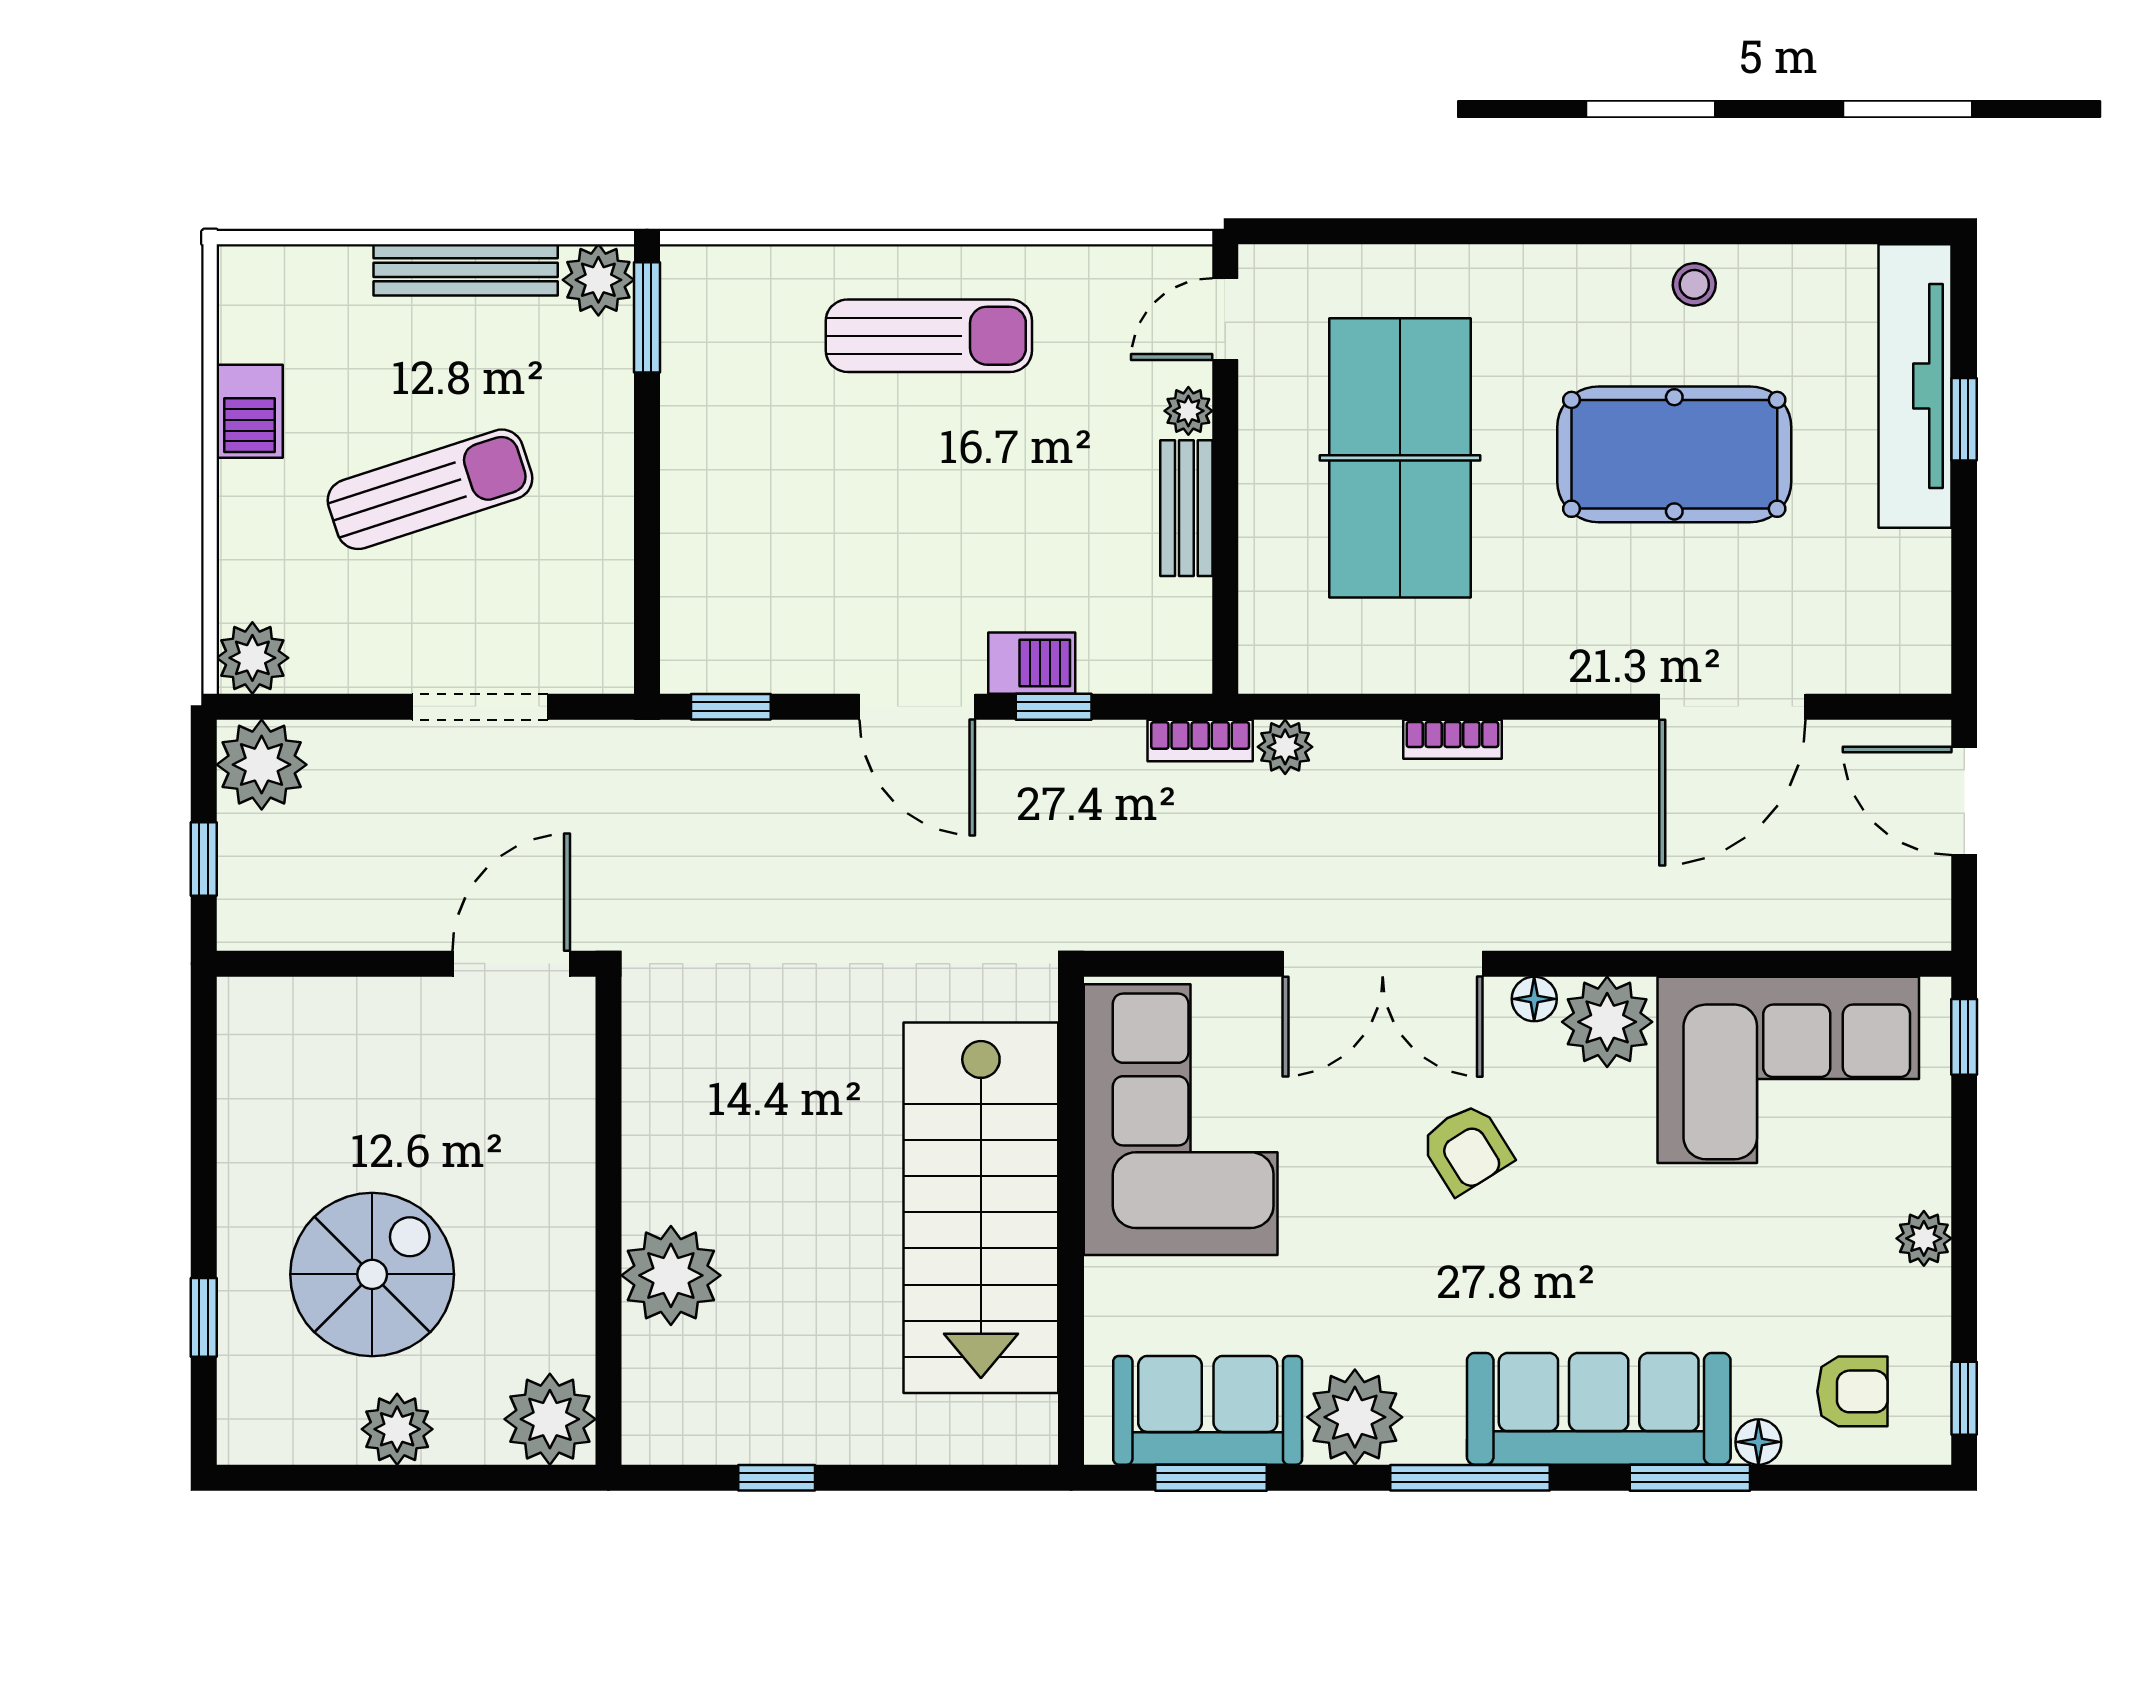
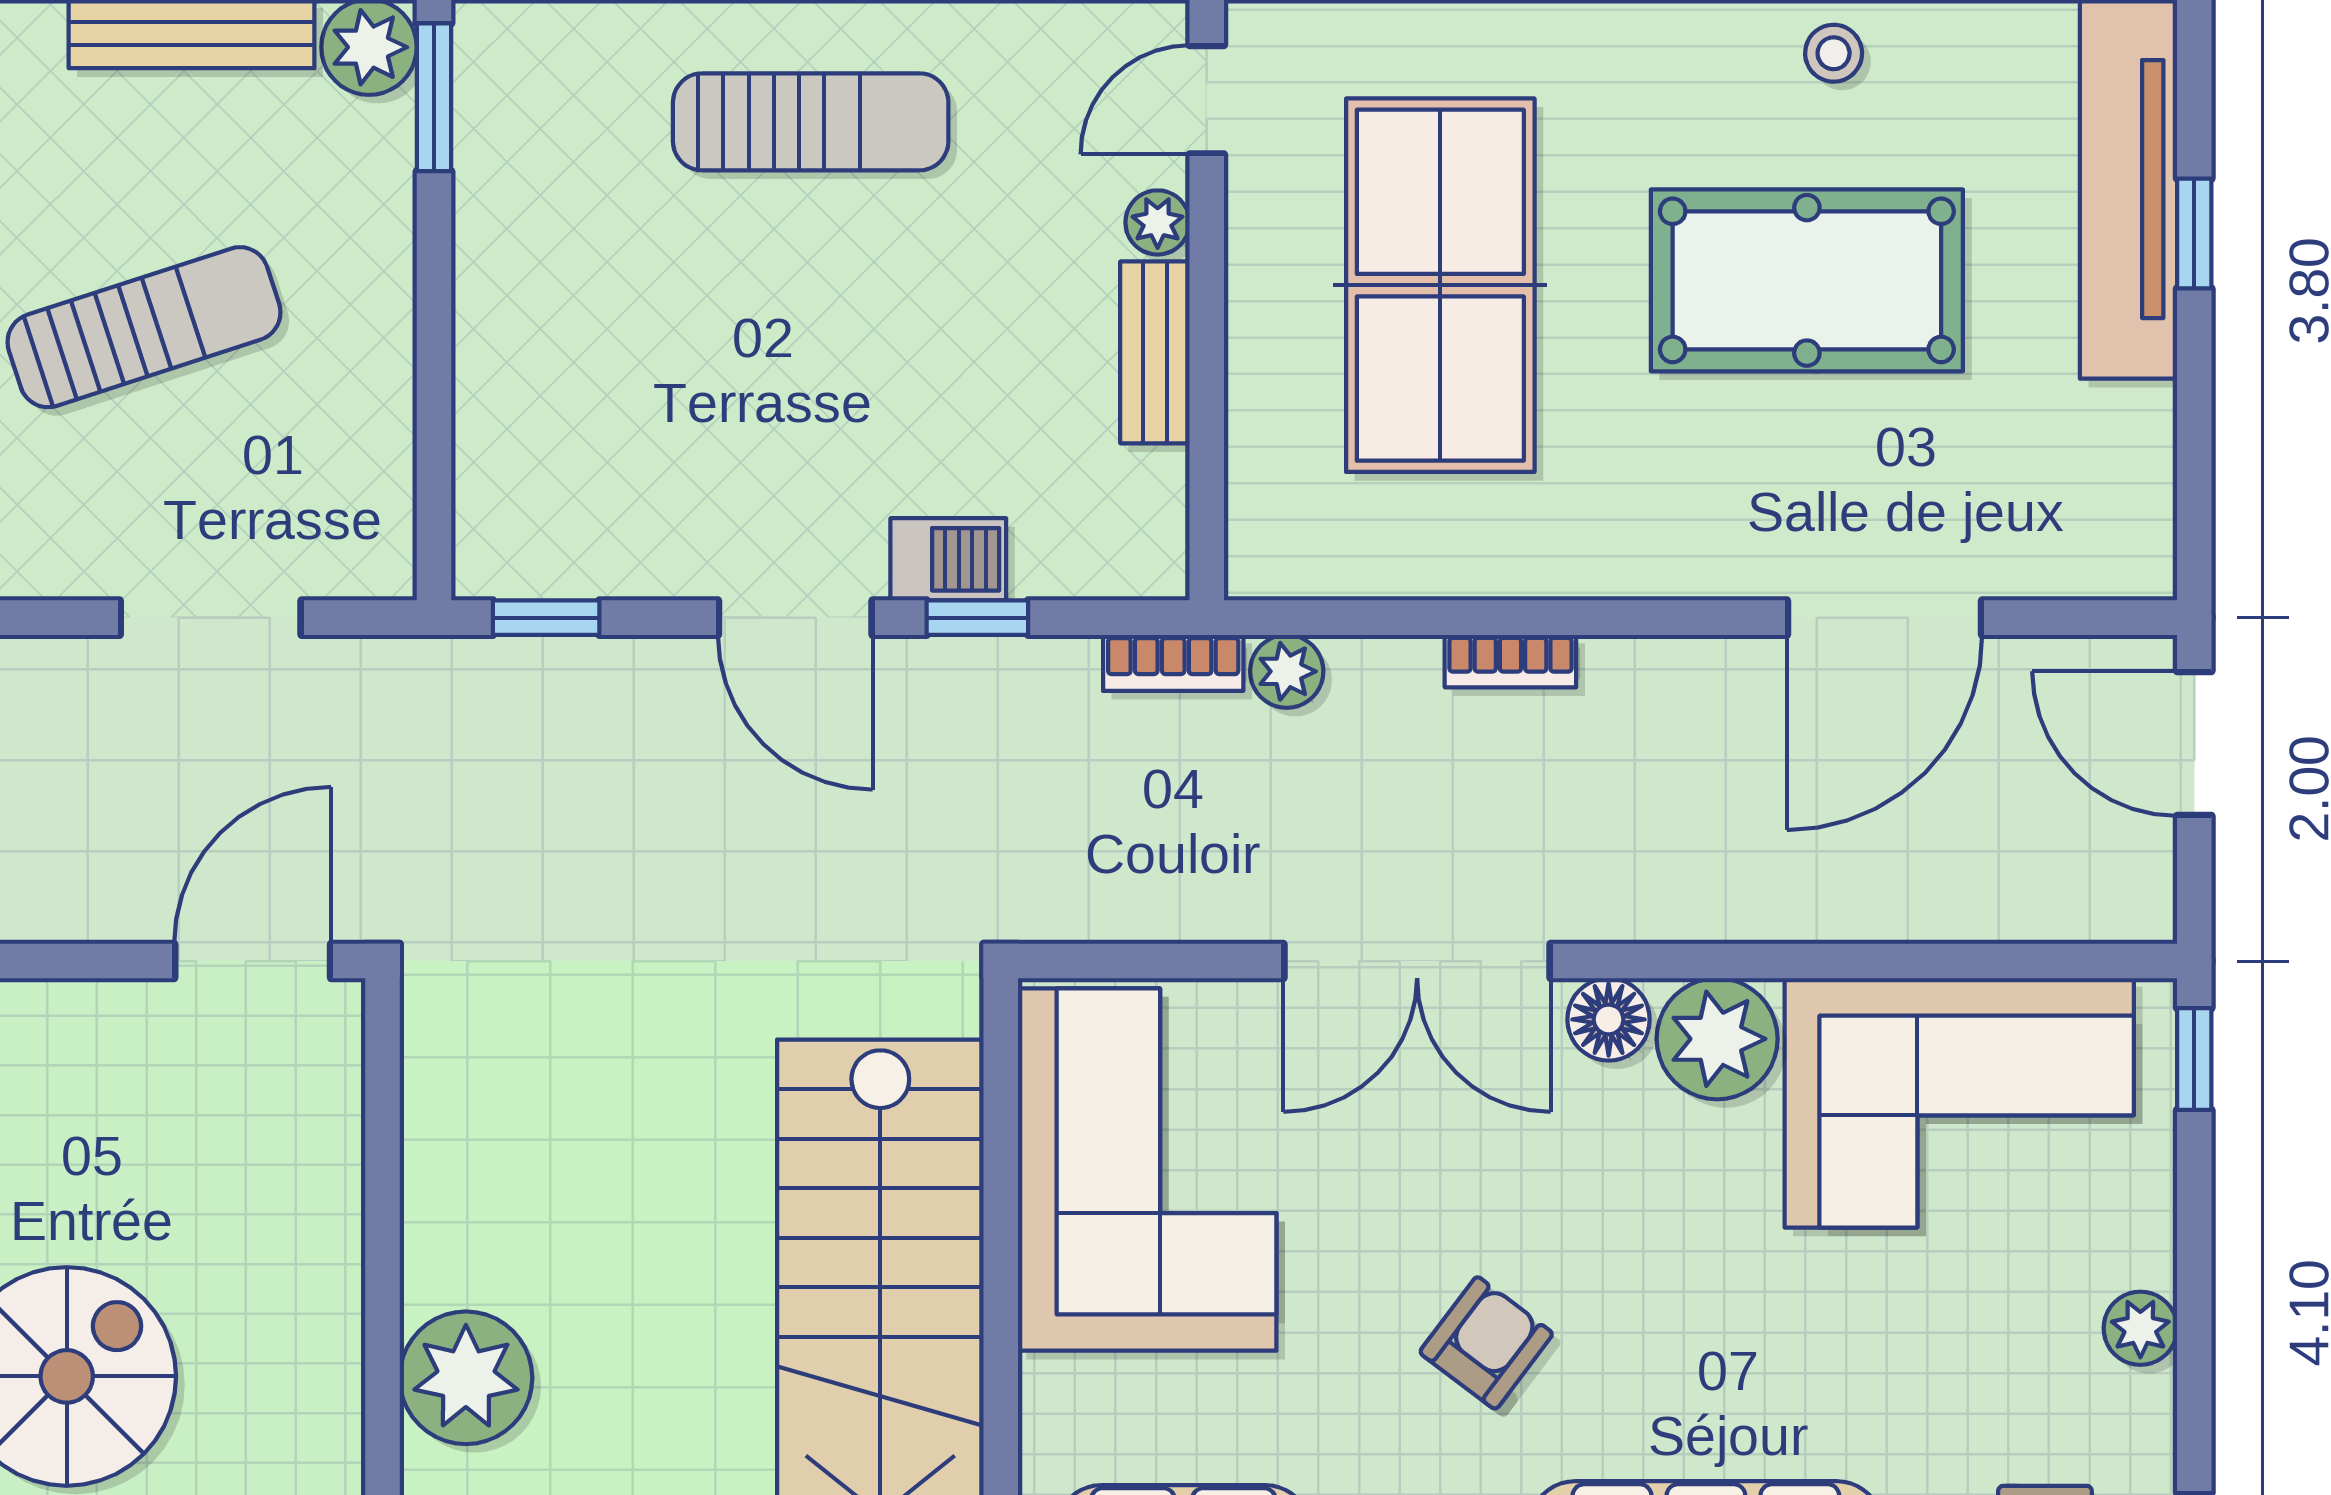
floor lamp: (1534, 999) -> (1609, 1019), width x1.37, depth x1.37
armchair: (1466, 1149) -> (1486, 1343), moved, turned -111

